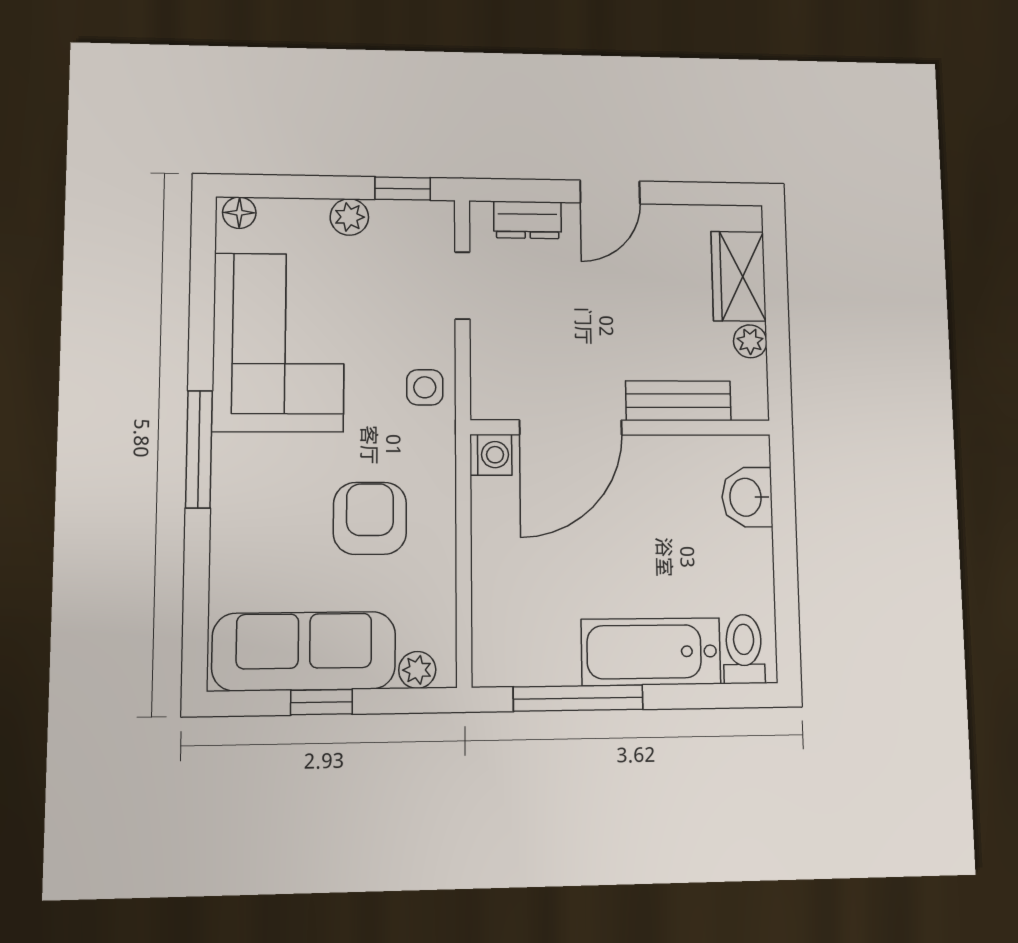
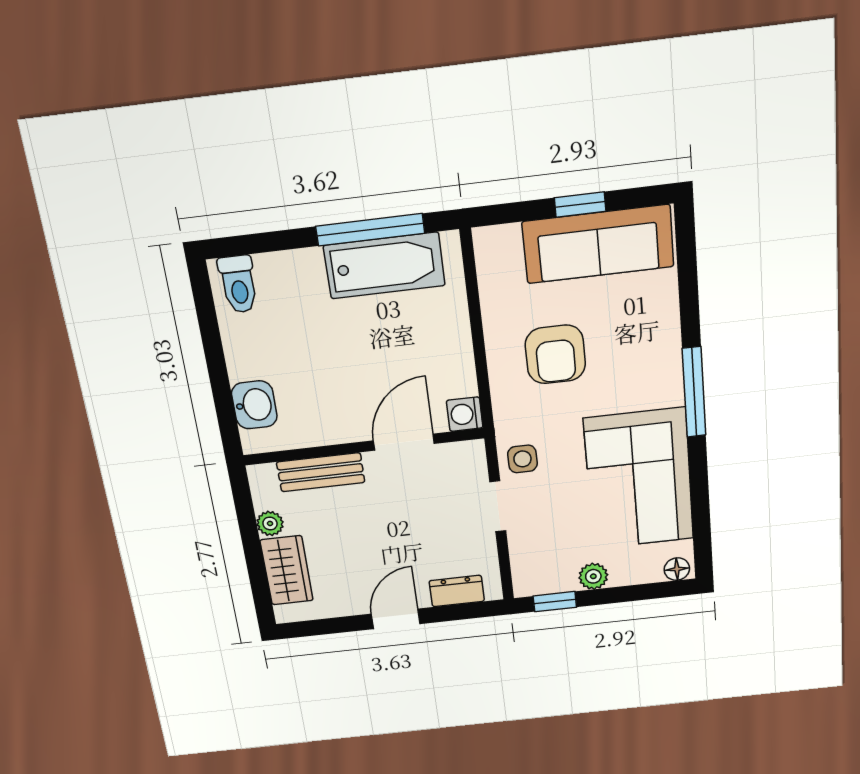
doorway: (462, 286) -> (498, 506), moved
door: (571, 427) -> (404, 442), width x0.73
bathtub: (651, 652) -> (384, 266), moved
plant: (417, 670) -> (505, 239), removed

